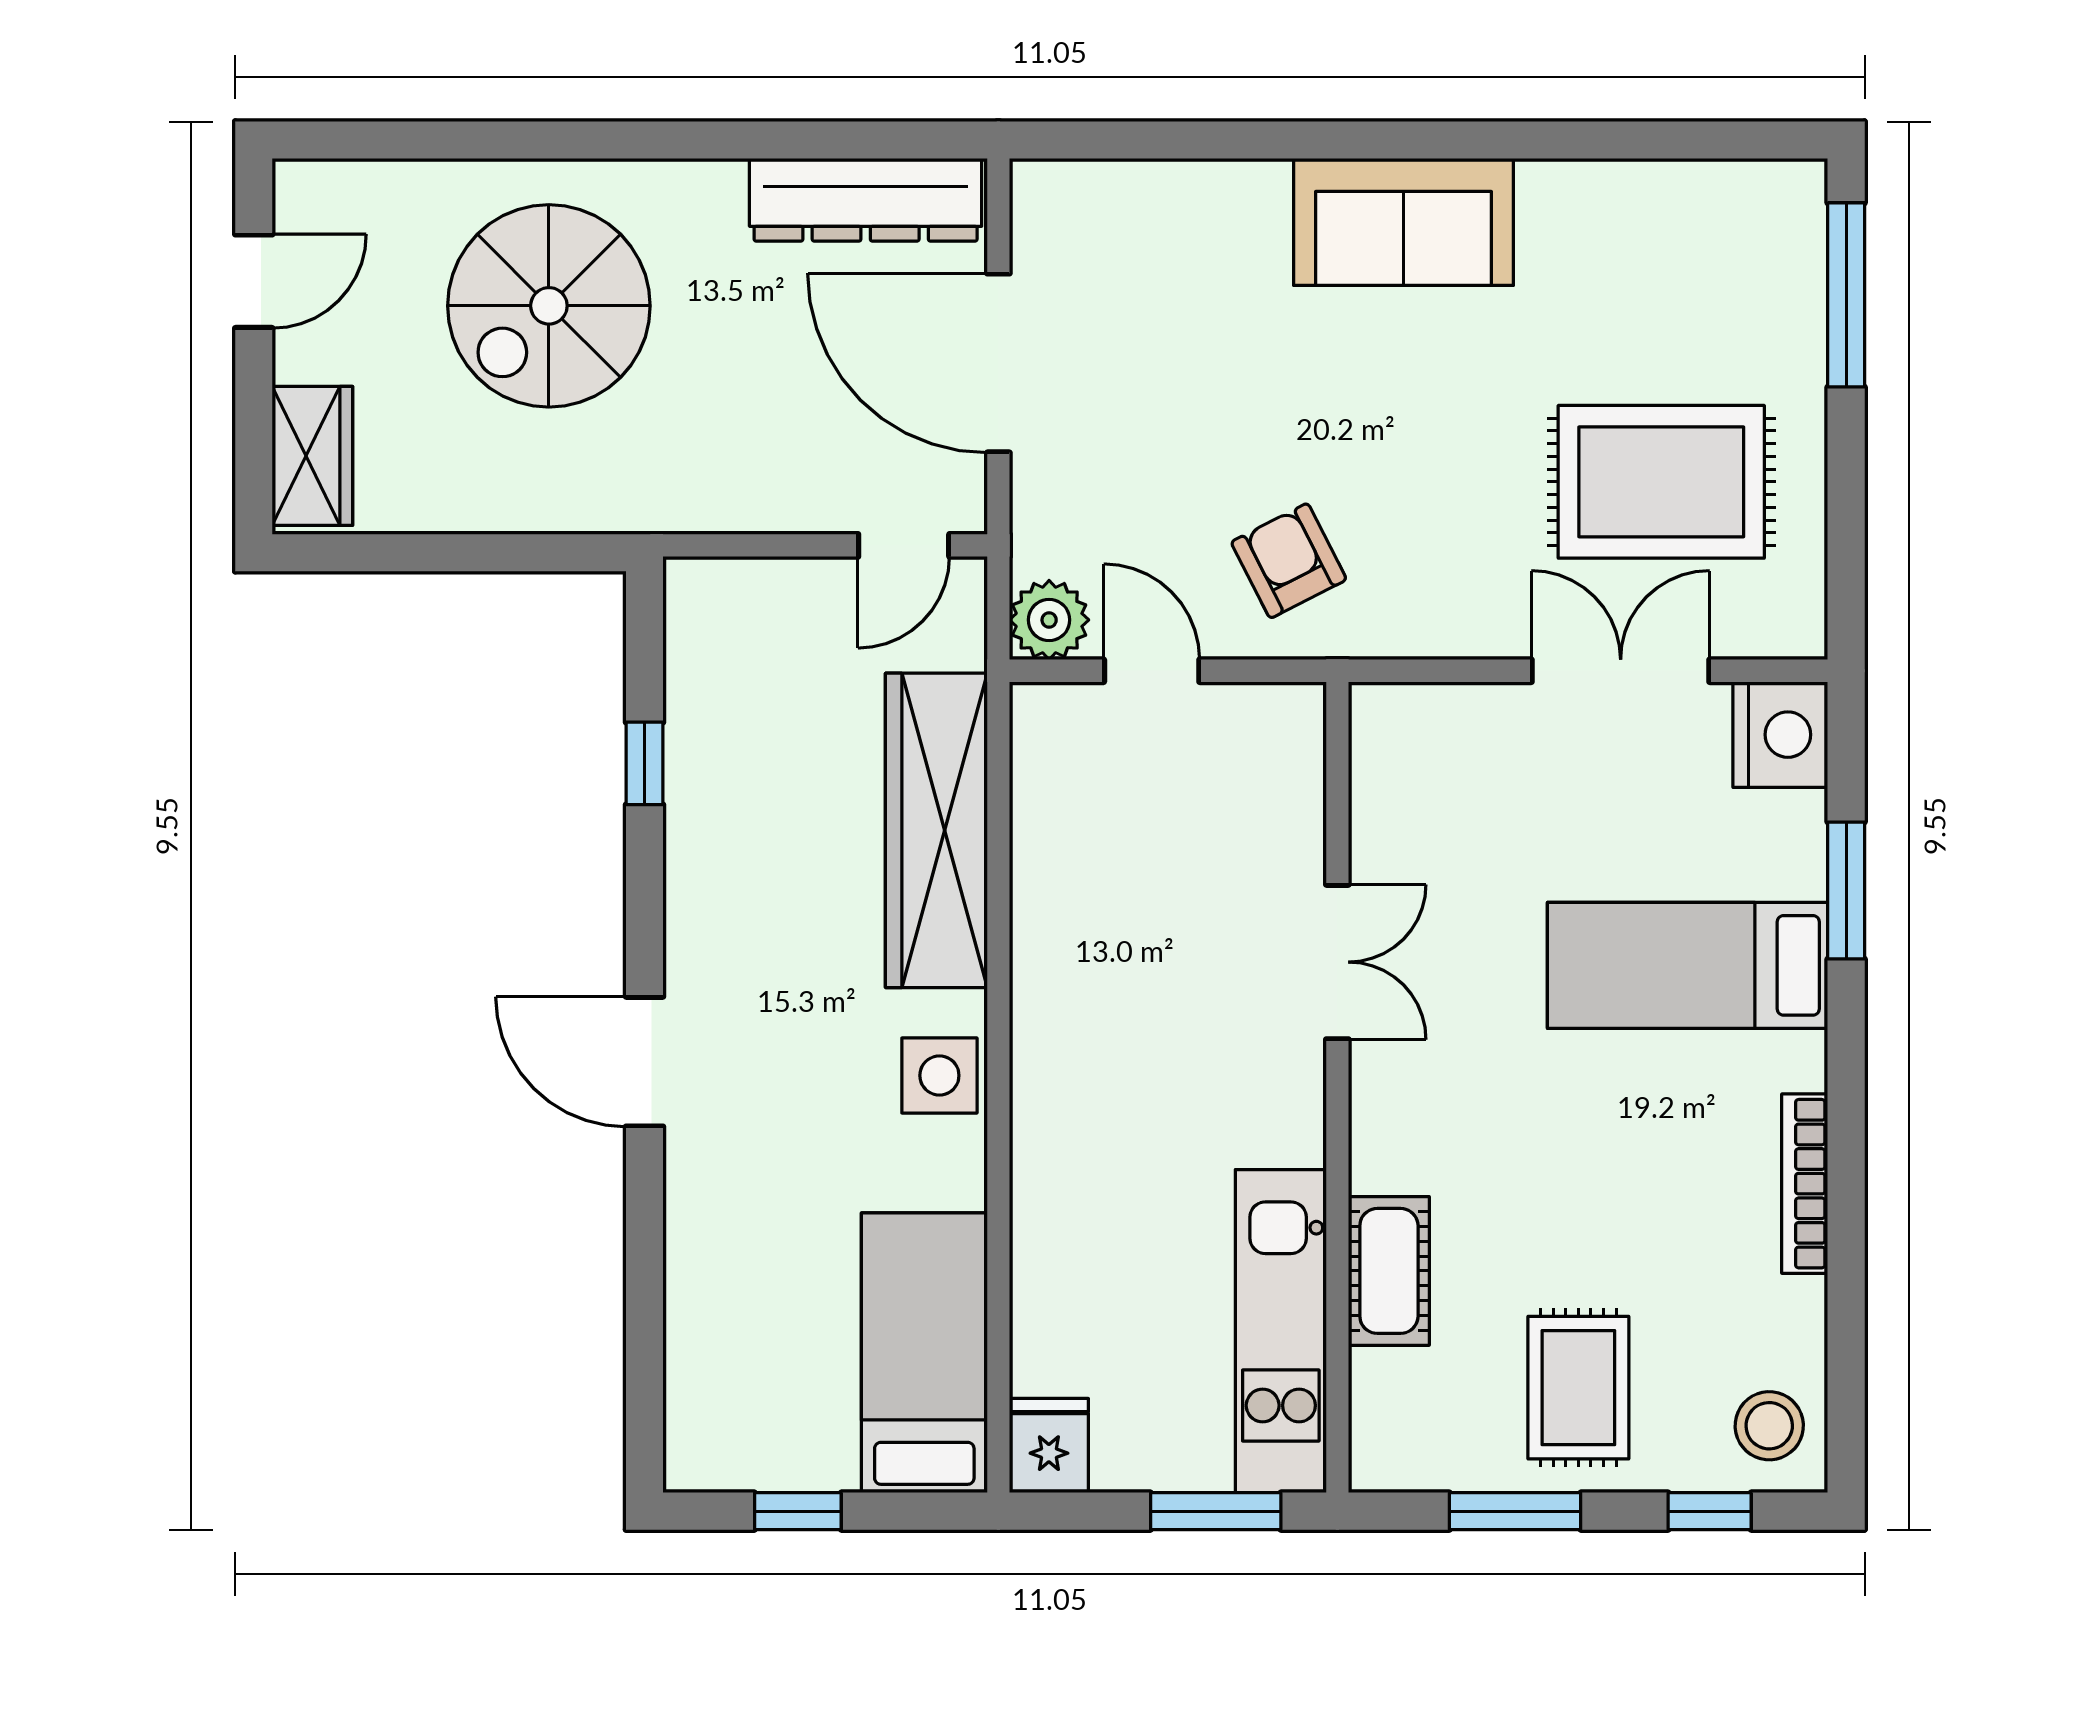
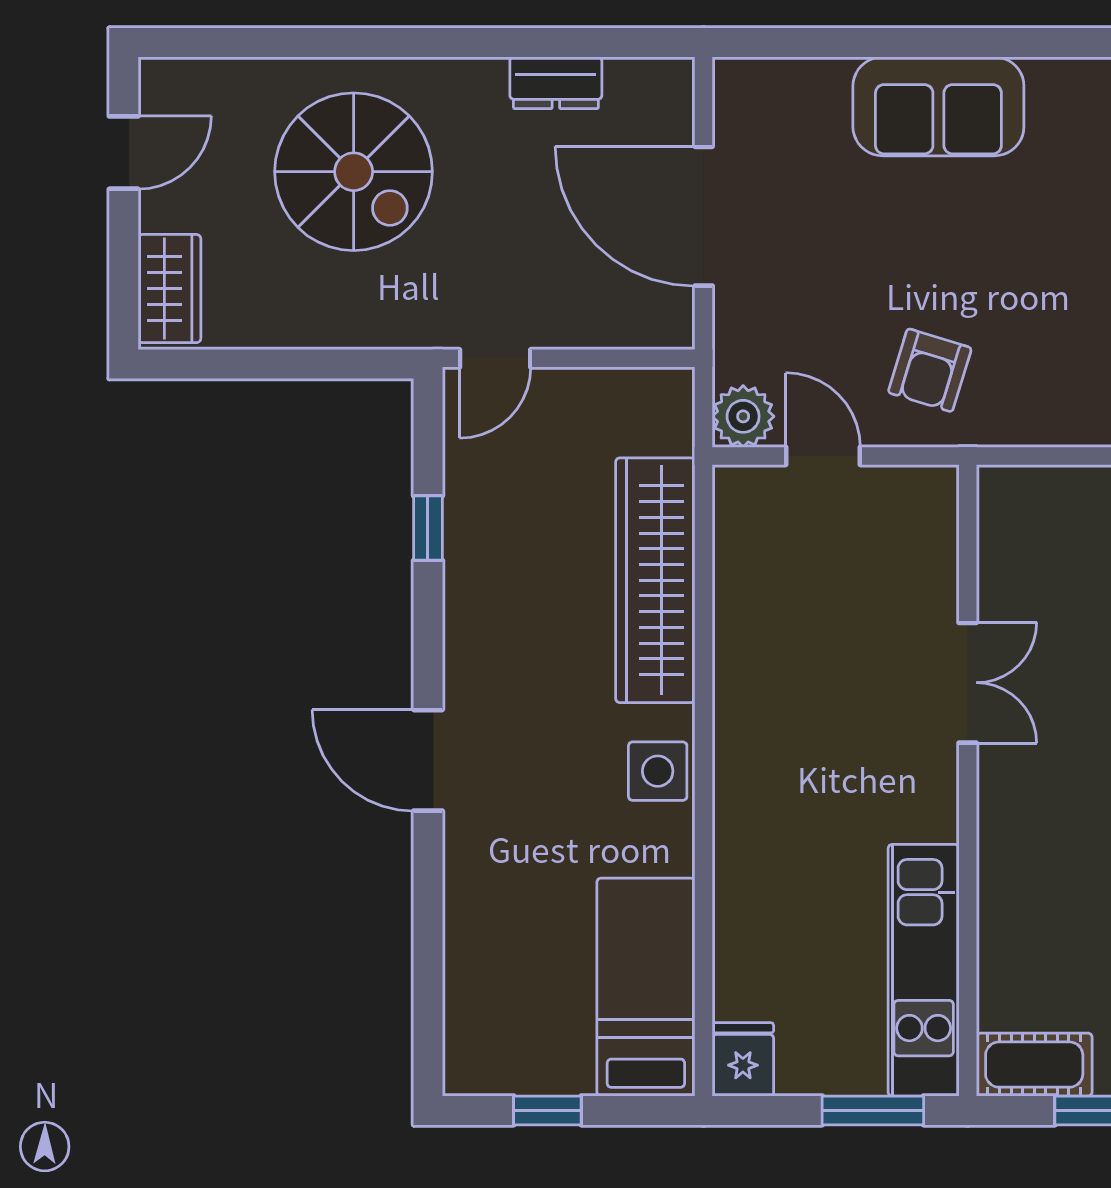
dresser: (866, 200) -> (556, 83), width x0.51, depth x0.80
sofa: (1404, 222) -> (938, 106), moved
spiral stairs: (549, 306) -> (354, 172), turned -90
door: (904, 545) -> (495, 358), moved
armchair: (1289, 561) -> (930, 370), turned -136
cot: (1389, 1271) -> (1034, 1065), moved, turned 90

